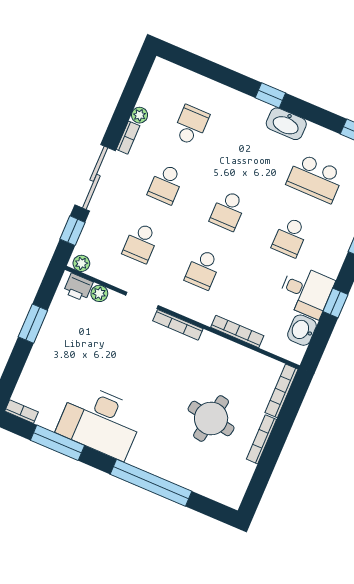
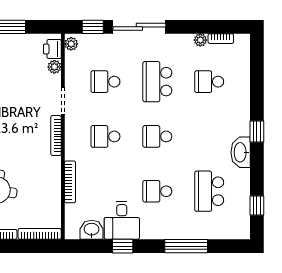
school desk: (191, 125) -> (209, 82), turned 180
bookcase: (128, 138) -> (221, 39), moved
school desk: (166, 184) -> (157, 82), width x1.85

